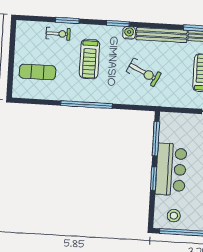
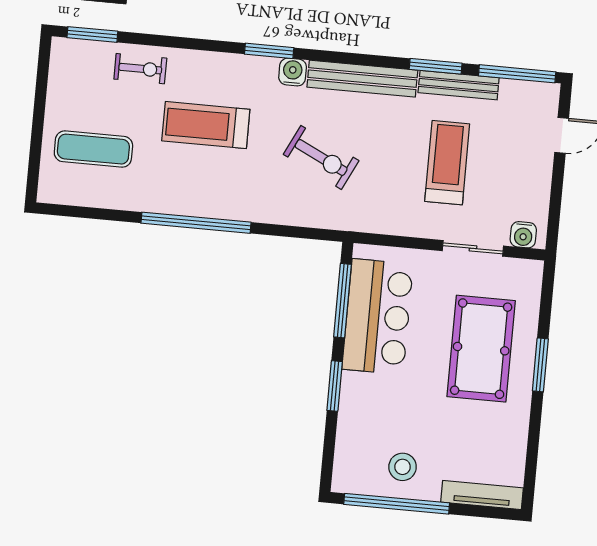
window: (67, 20) -> (92, 34), moved
treadmill: (89, 59) -> (206, 125), turned 90
bar counter: (171, 169) -> (378, 317), moved
stool: (174, 216) -> (403, 467), moved

